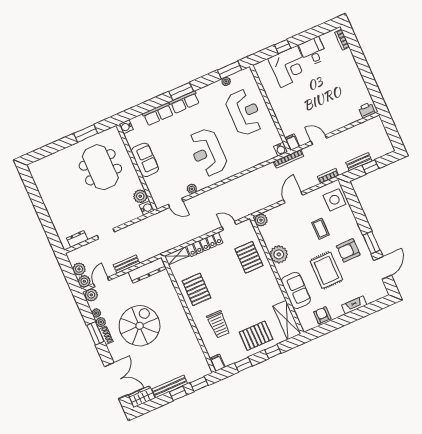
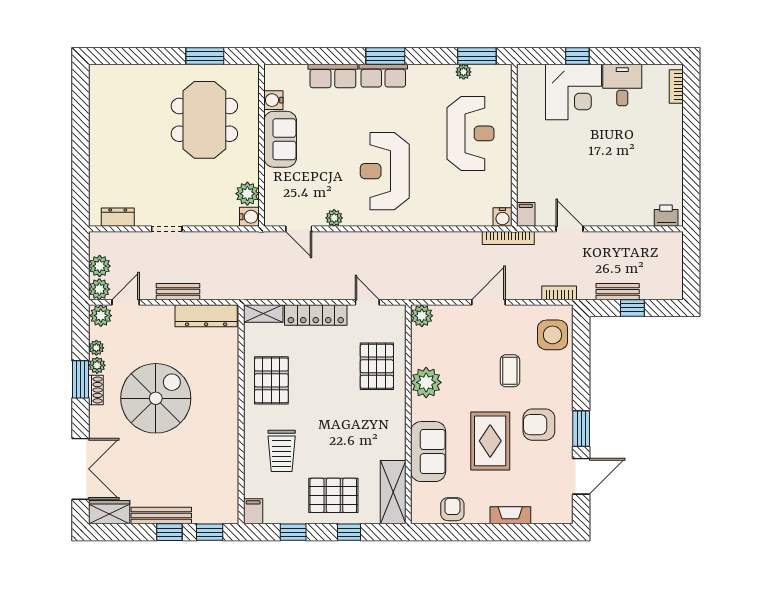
water cooler: (126, 127) -> (273, 100), moved

